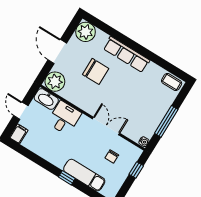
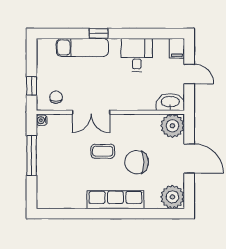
coffee table: (172, 82) -> (103, 151), moved
desk: (64, 118) -> (137, 55), moved, turned 180
chair: (112, 156) -> (56, 97), moved

